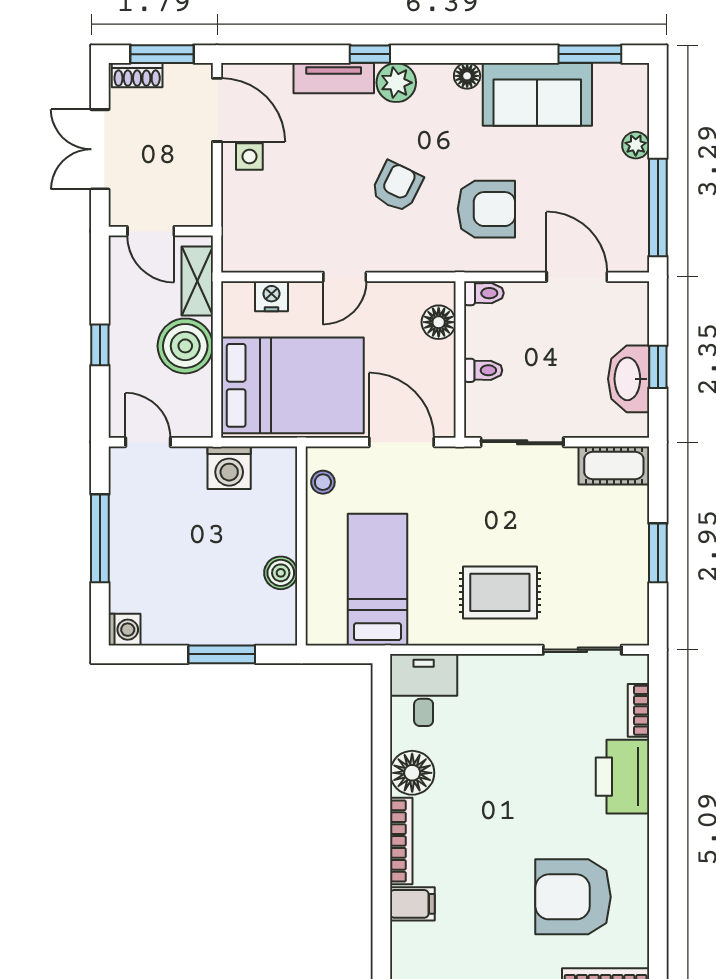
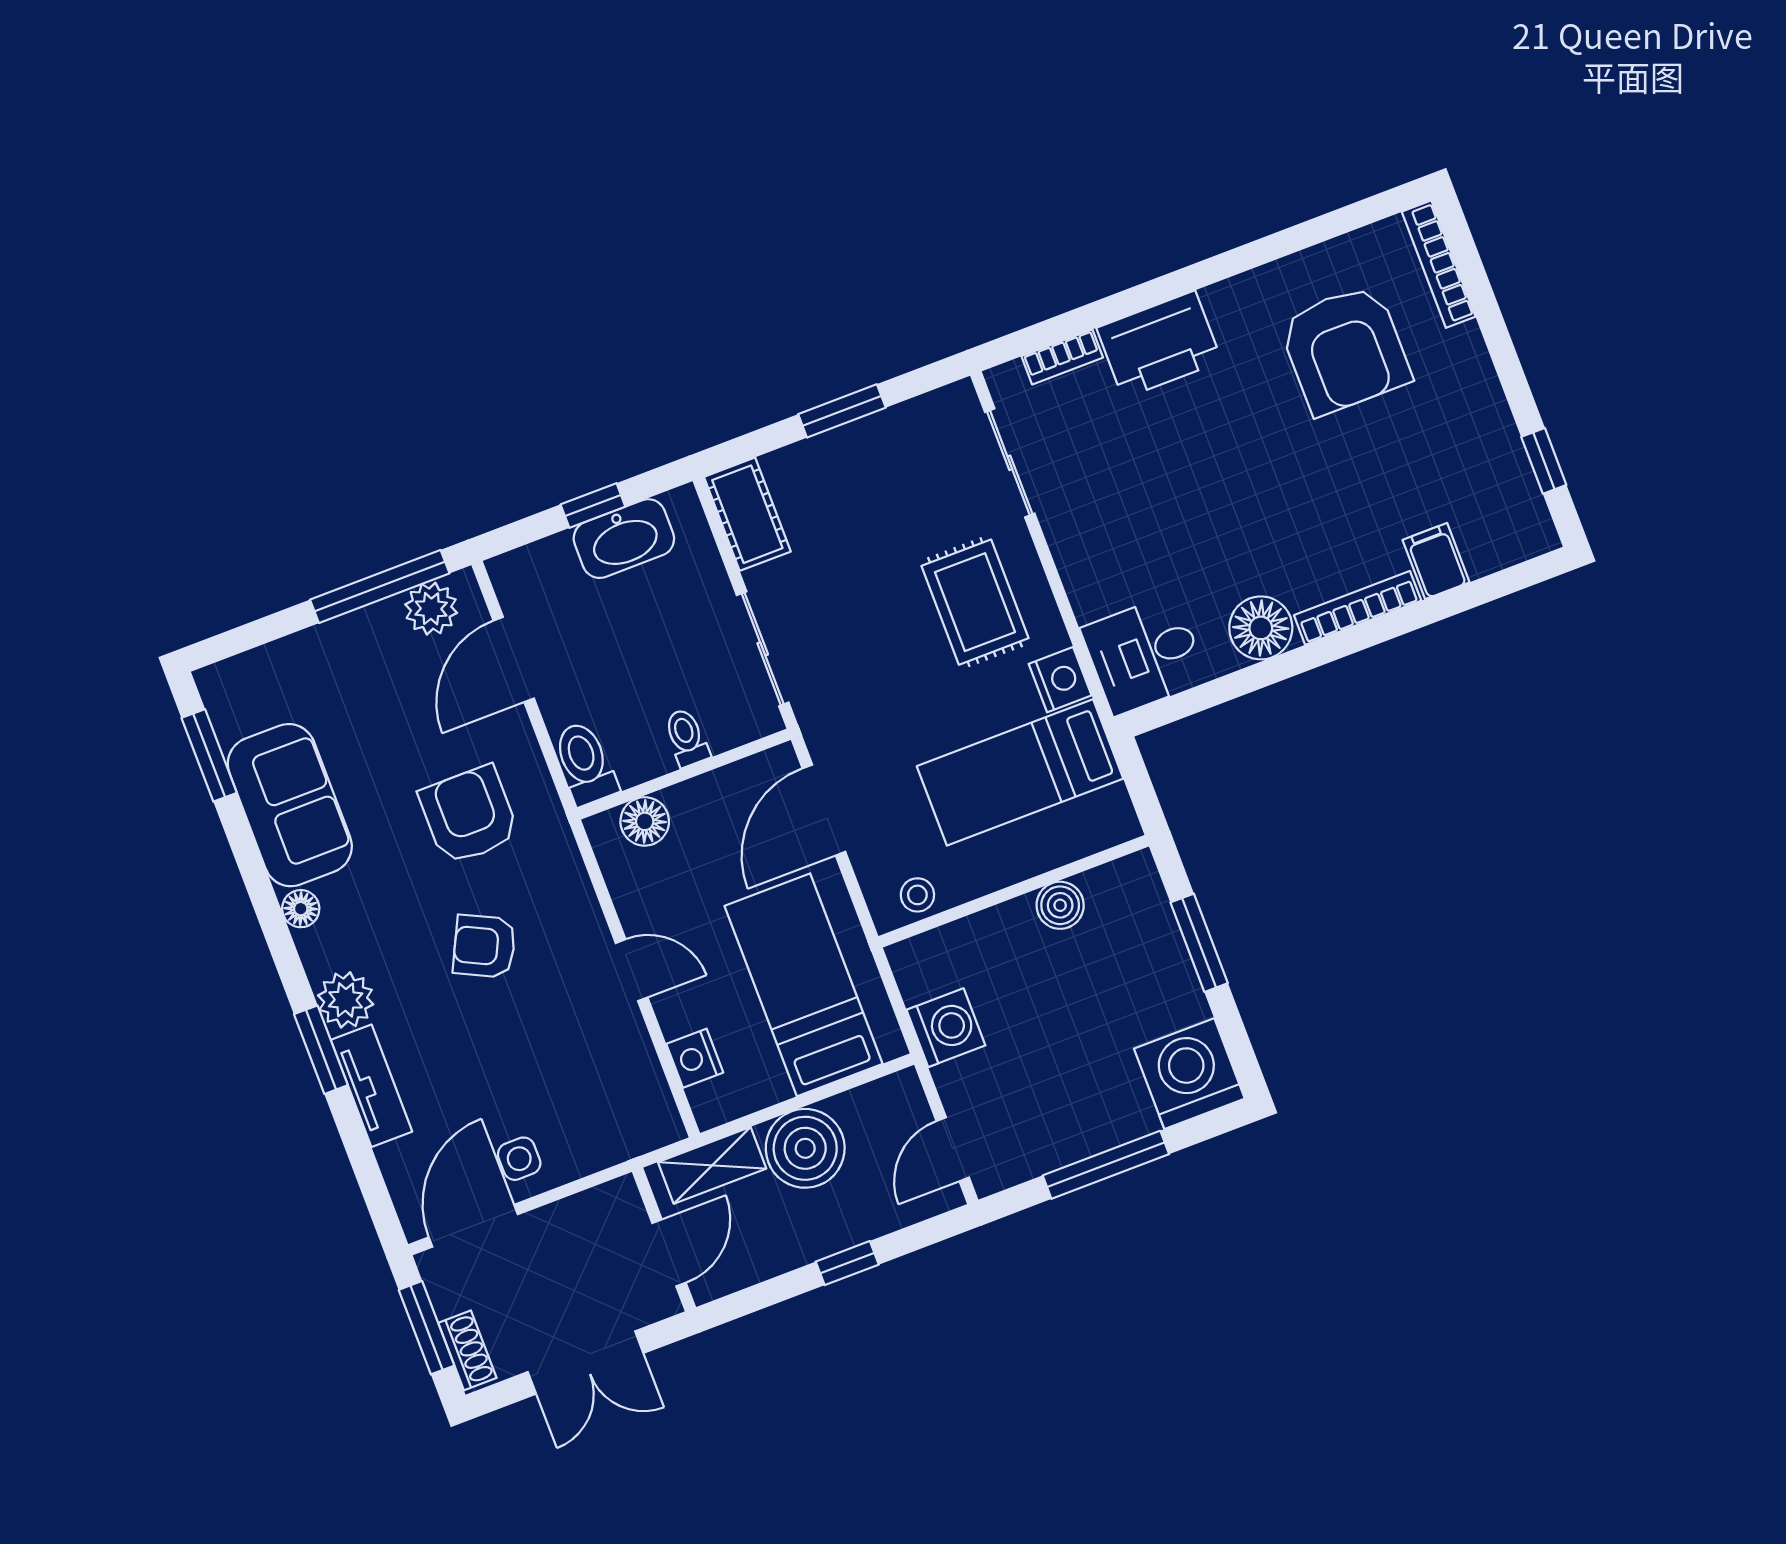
window: (370, 54) -> (321, 1050), width x1.50
plant: (636, 145) -> (431, 609), moved, width x1.38, depth x1.38
toilet: (484, 293) -> (585, 763), width x1.37, depth x1.39
bed: (292, 385) -> (803, 985), width x0.67
nightstand: (428, 629) -> (1060, 680), added
washing machine: (125, 630) -> (1189, 1074), width x1.89, depth x1.89

